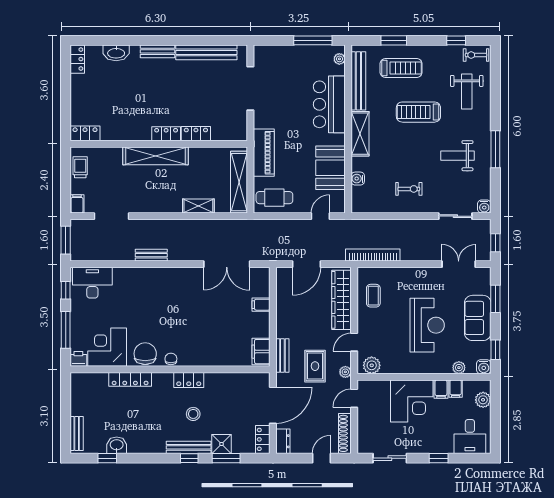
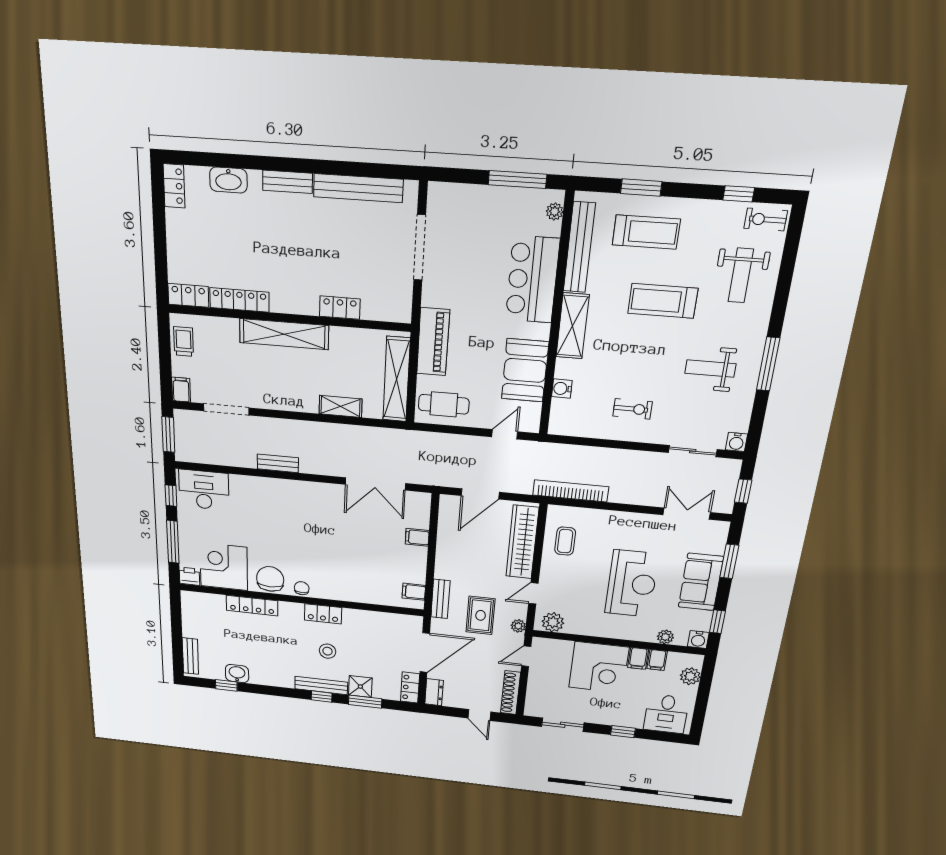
locker: (166, 134) -> (239, 300), moved, width x1.53
filing cabinet: (261, 352) -> (414, 592), width x0.50
door: (321, 458) -> (479, 715), swing flipped

